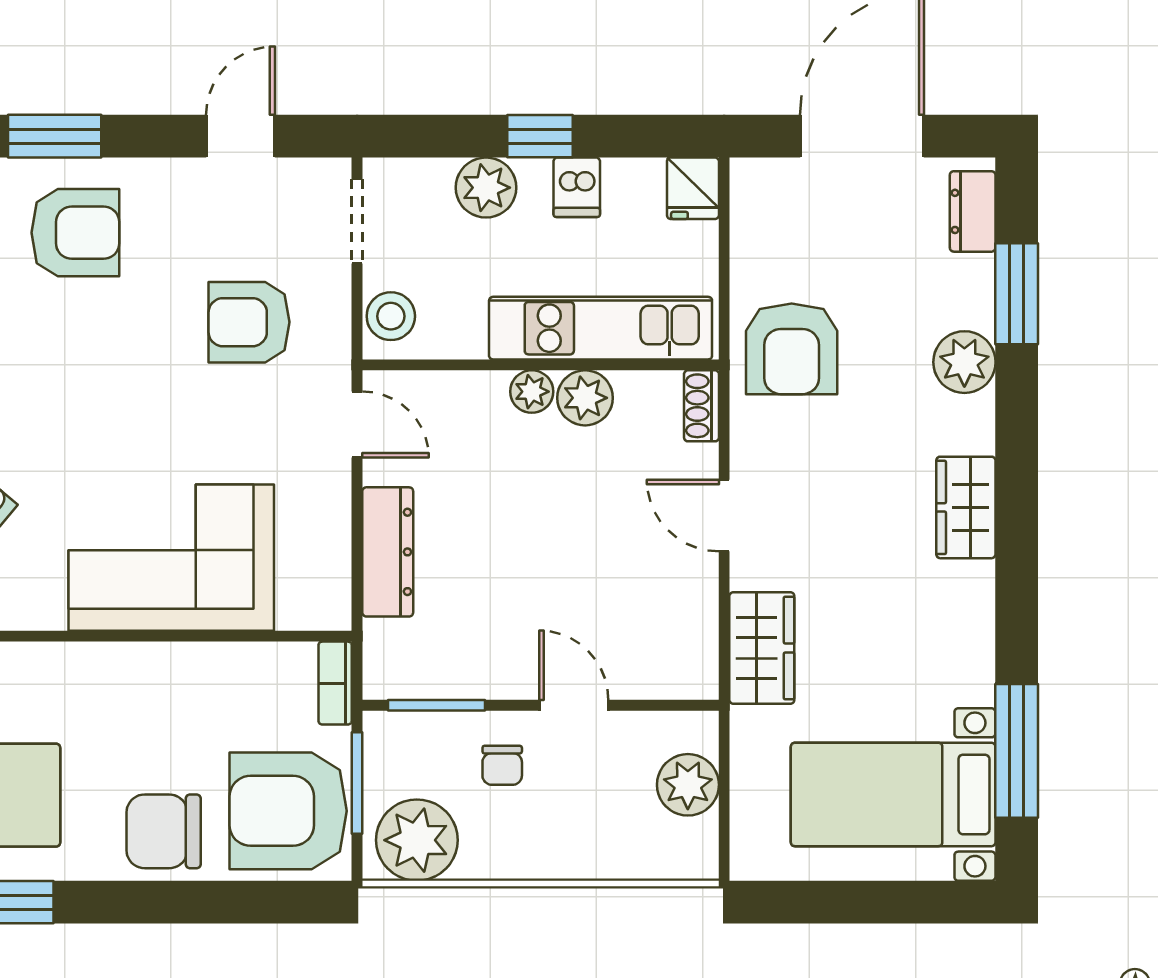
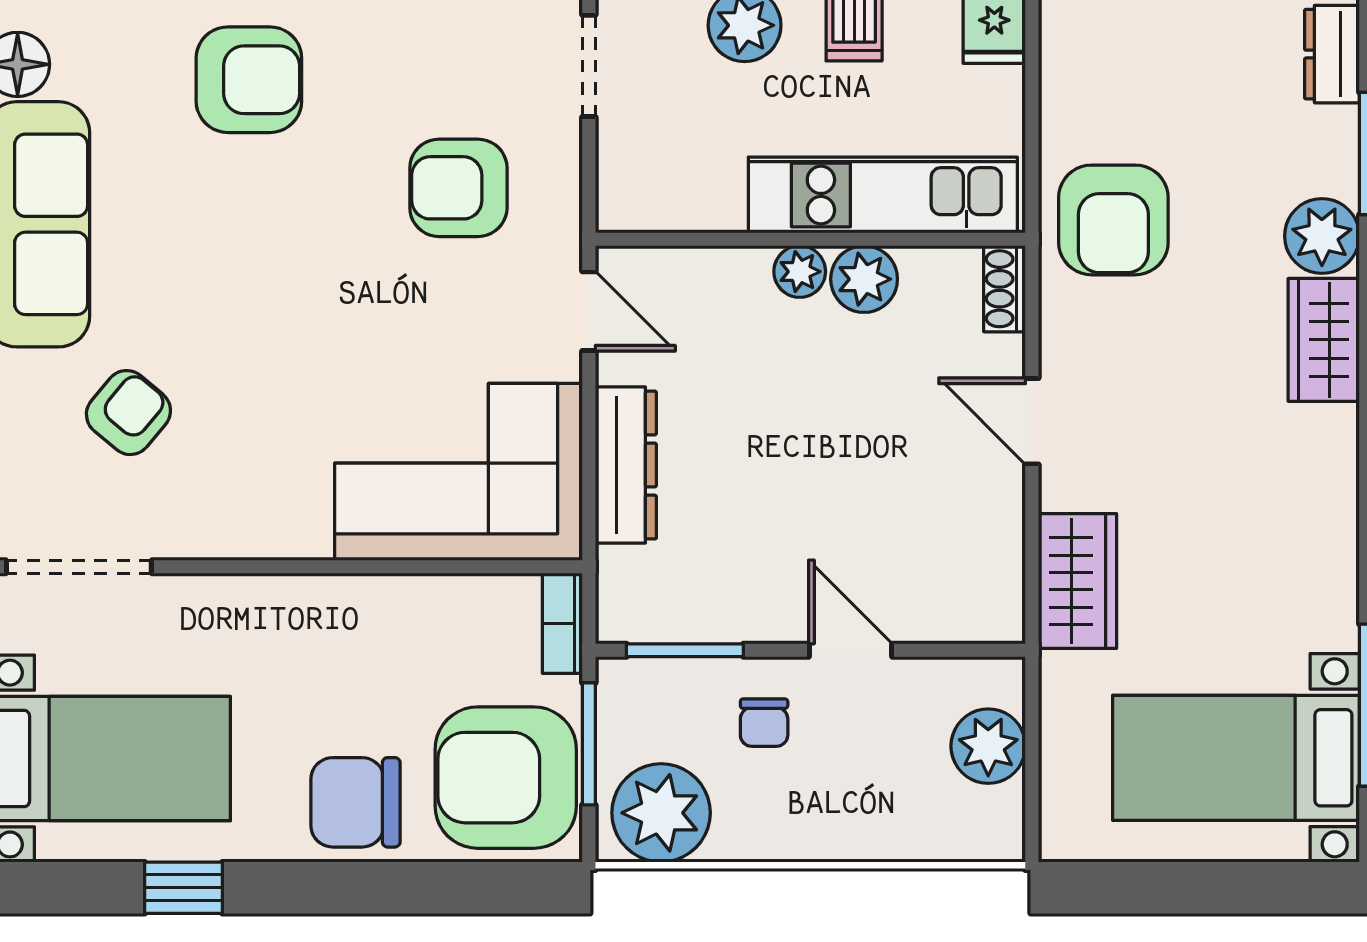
stool: (391, 316) -> (630, 181), removed
wardrobe: (966, 507) -> (1324, 340), moved
corner sofa: (171, 558) -> (459, 472), moved

